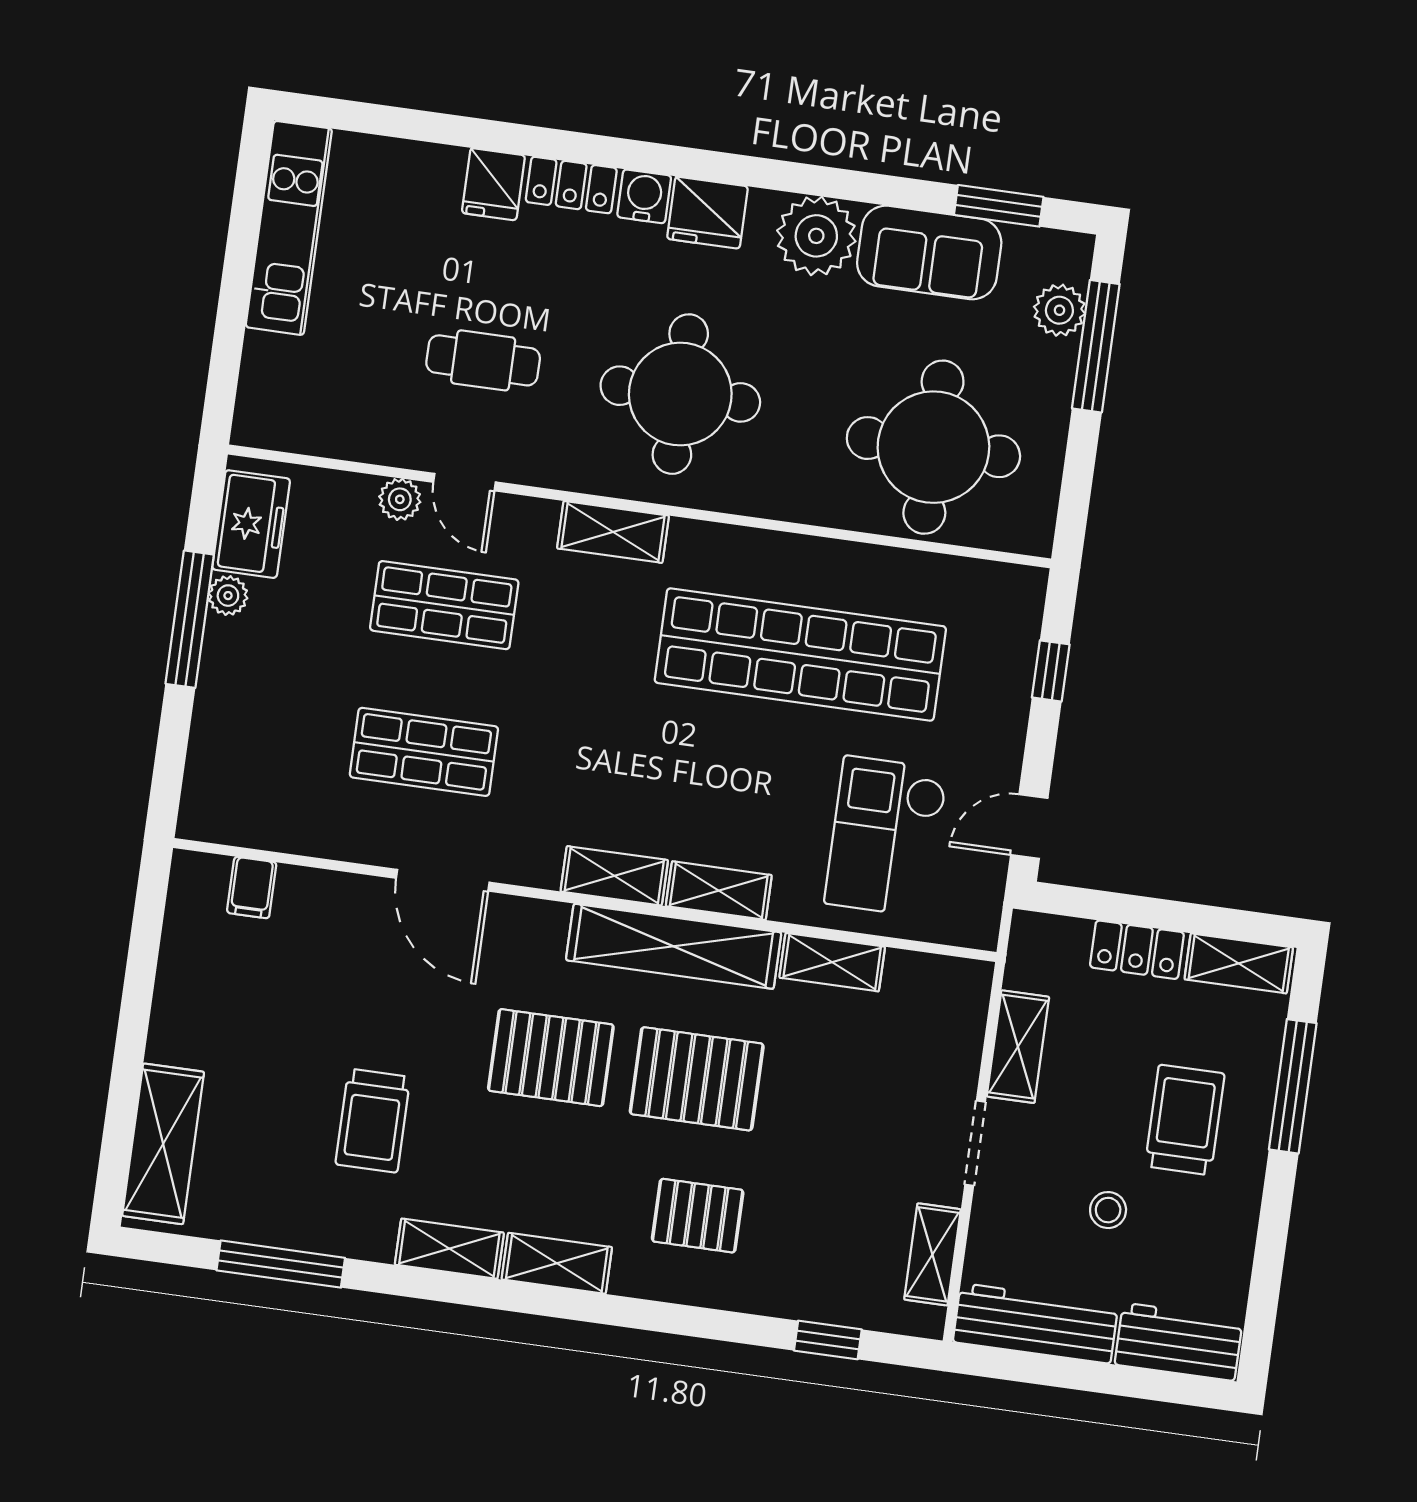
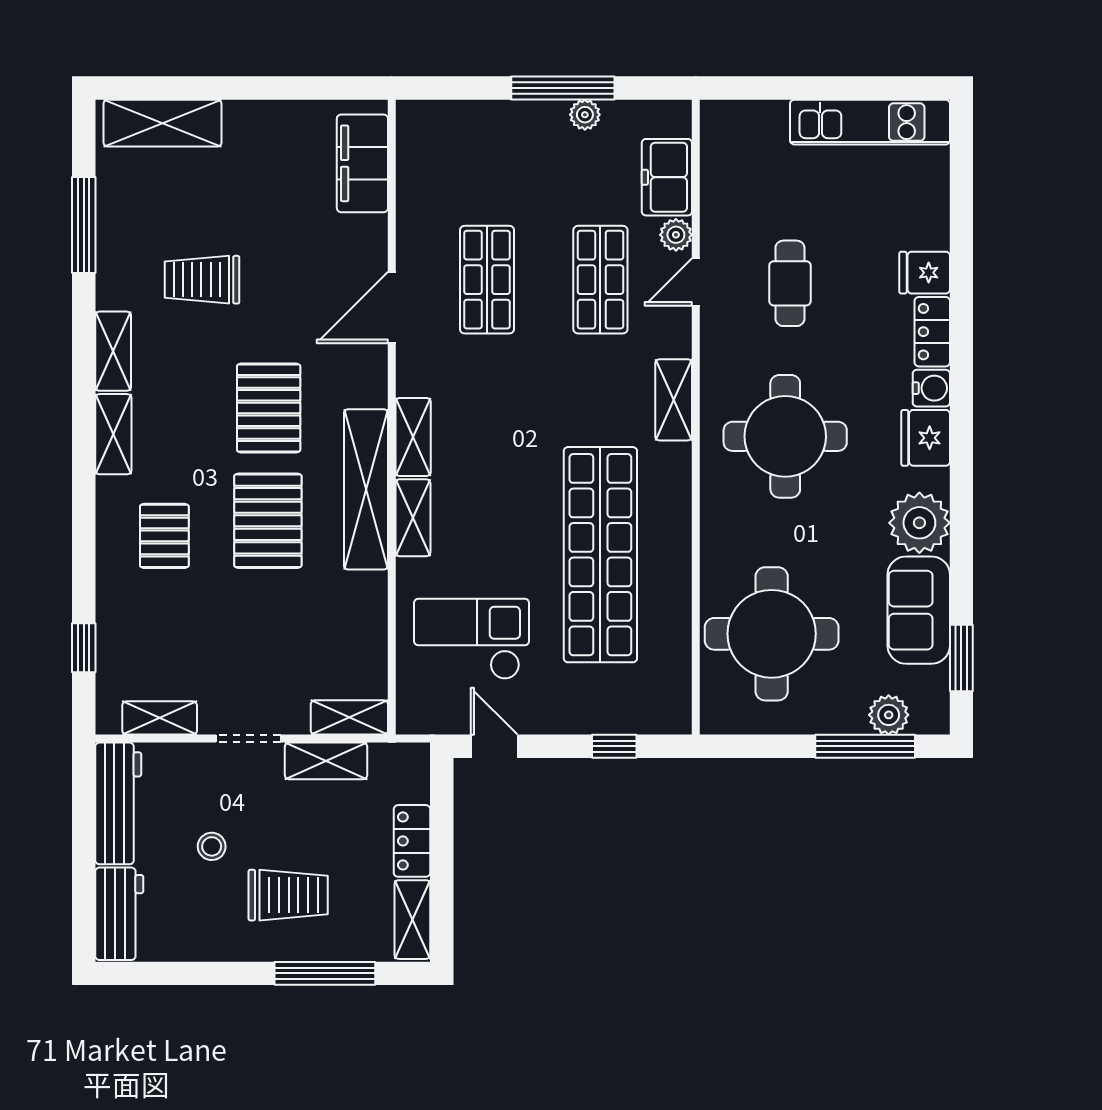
freezer: (251, 524) -> (667, 177), moved, turned 90
filing cabinet: (252, 888) -> (362, 163), width x3.00, depth x1.17
shelving: (832, 962) -> (349, 717), moved, turned 90

